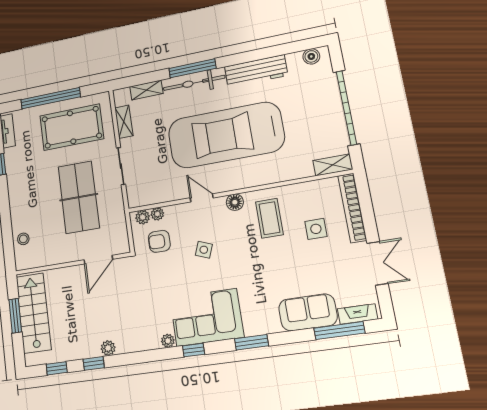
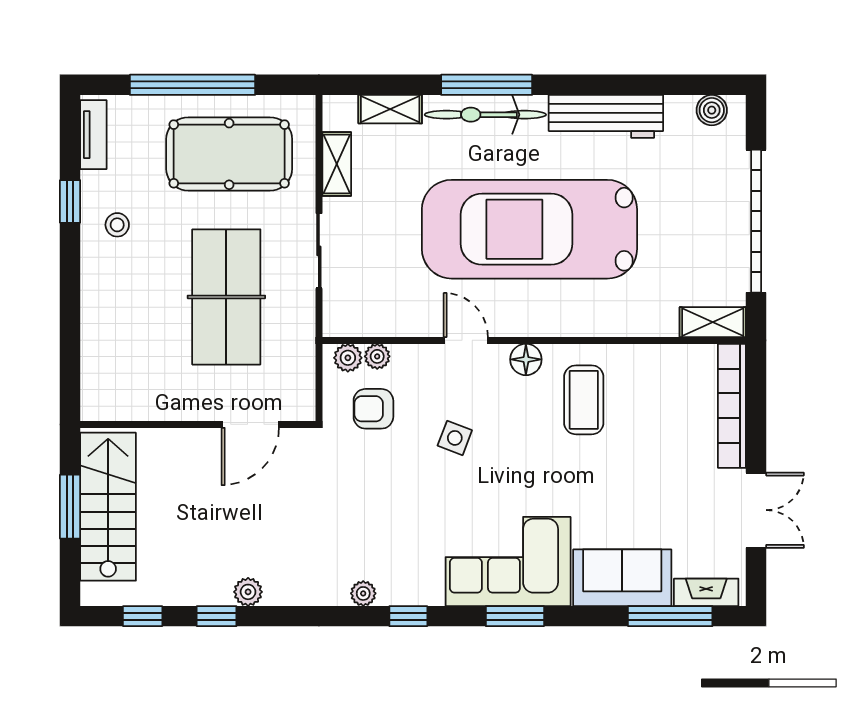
side table: (316, 229) -> (662, 433), removed
stool: (23, 239) -> (117, 225), moved
corner sofa: (207, 317) -> (508, 561), moved

